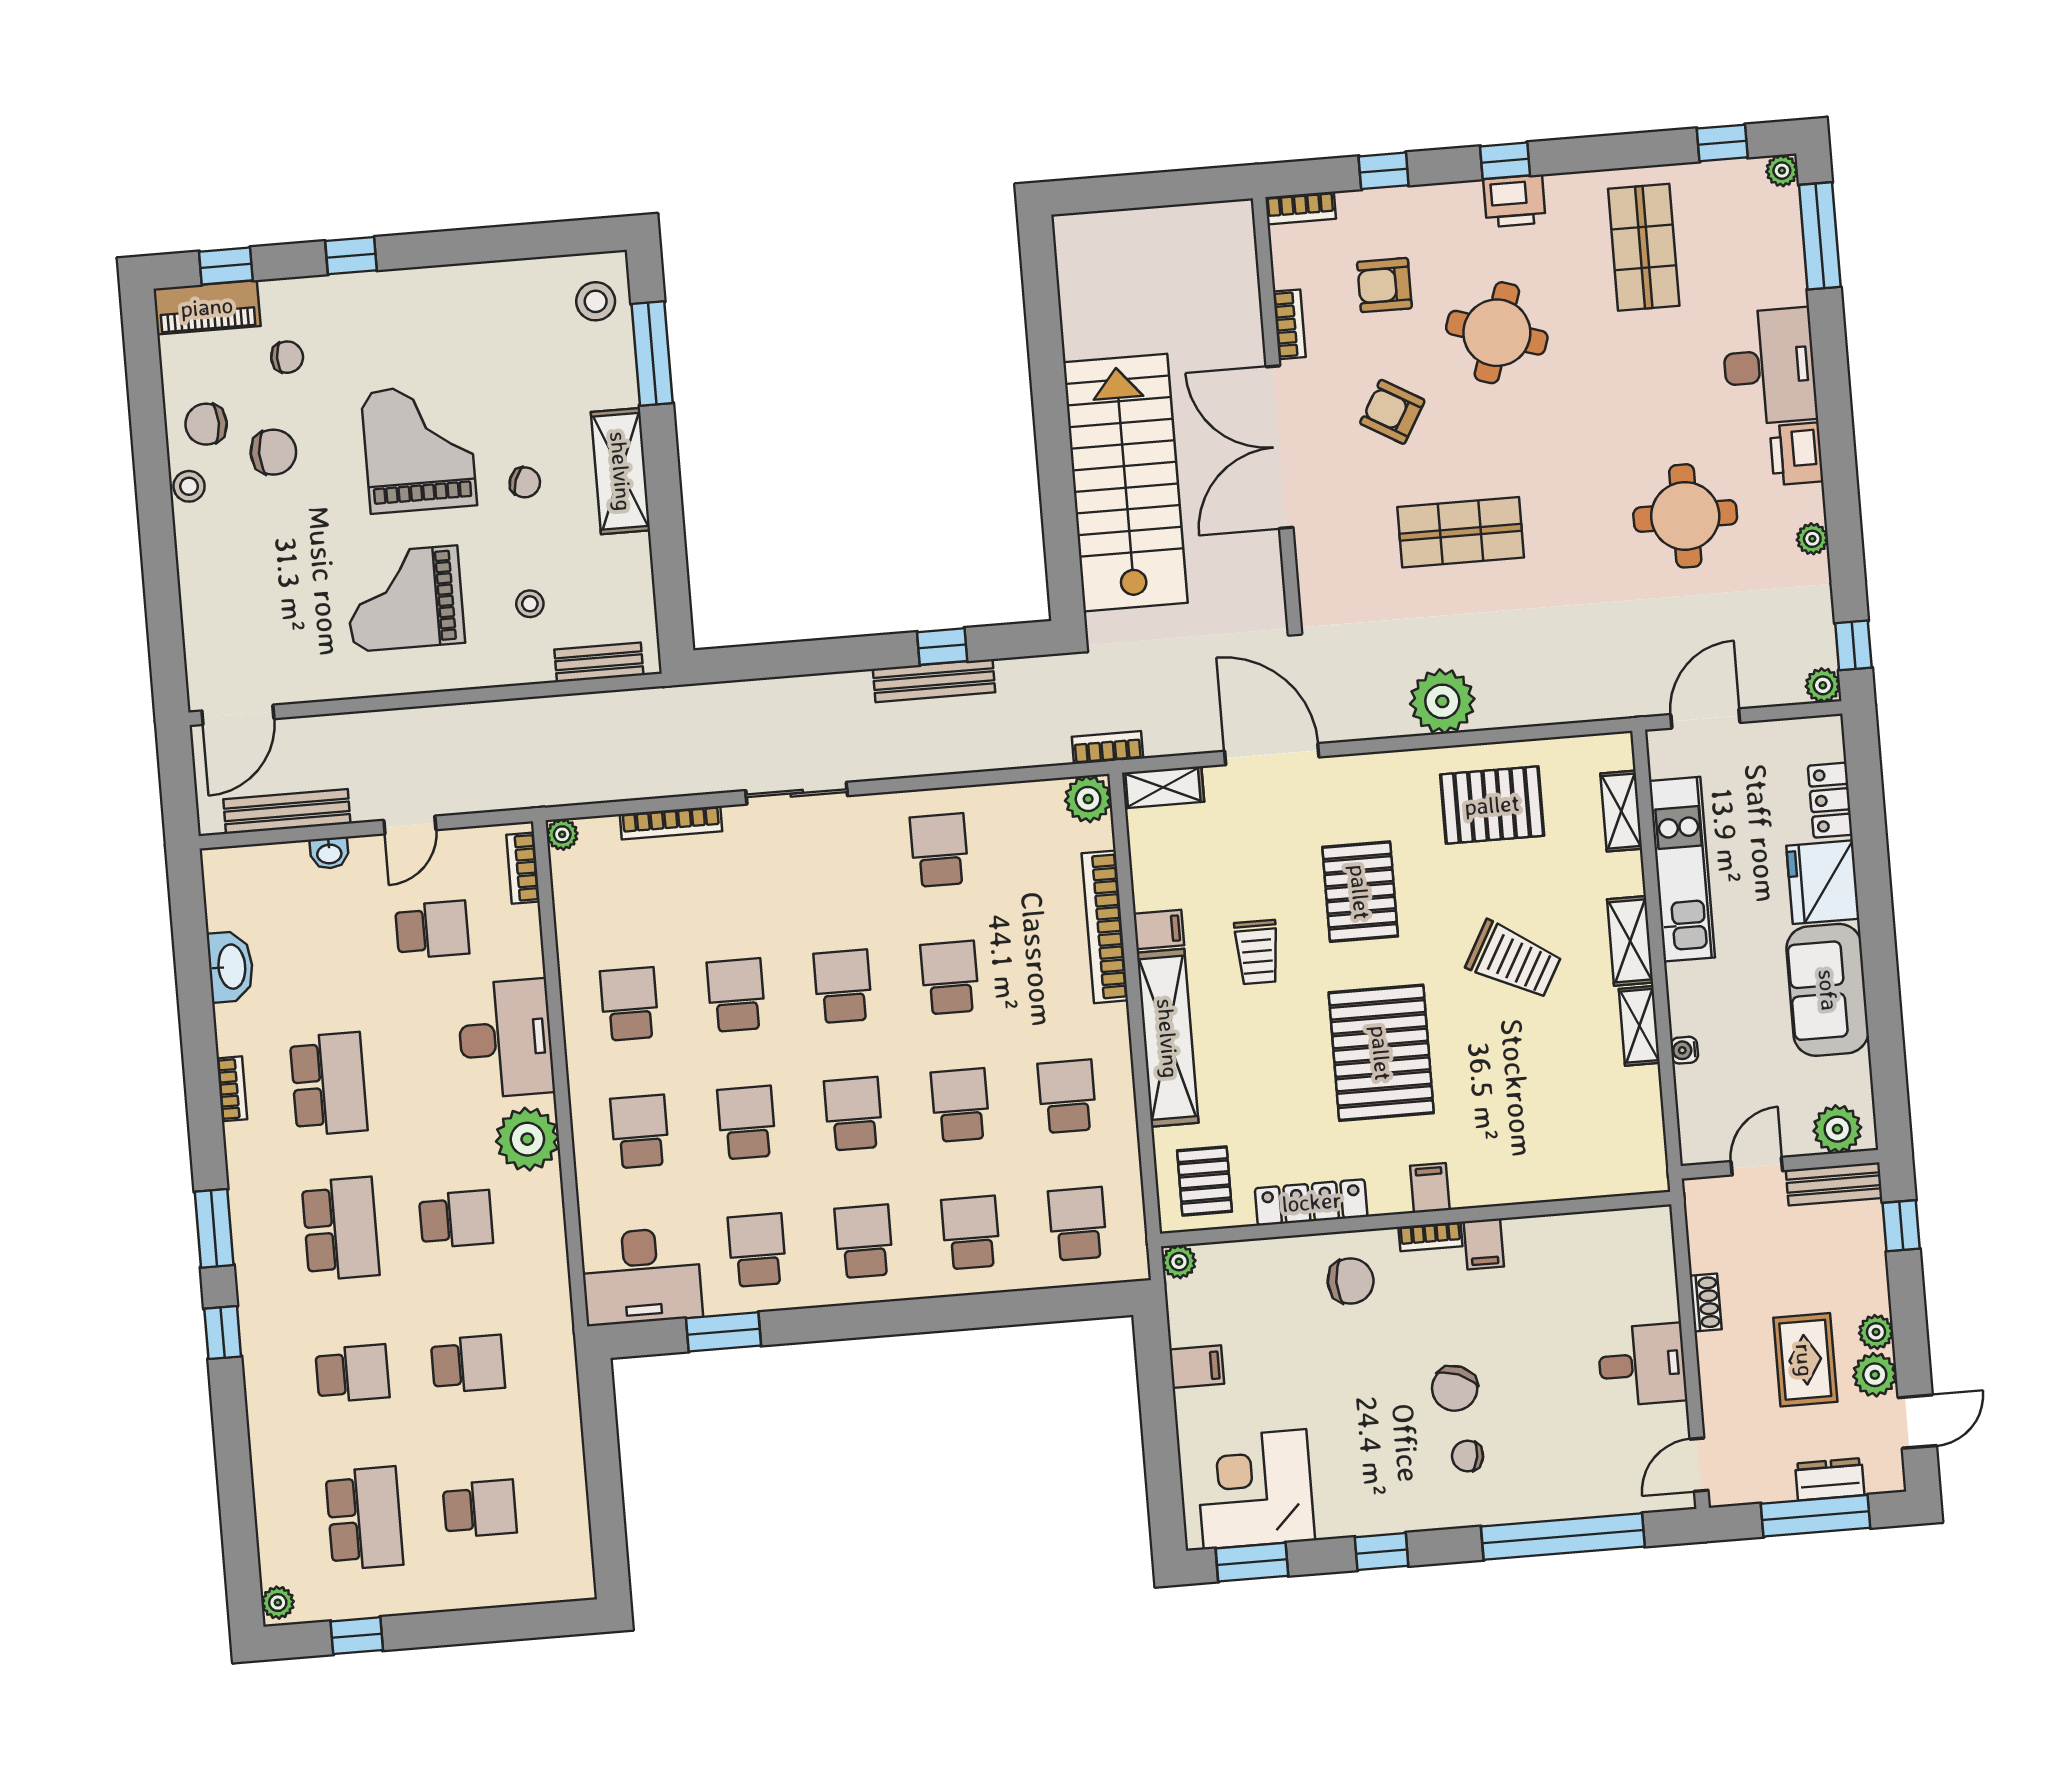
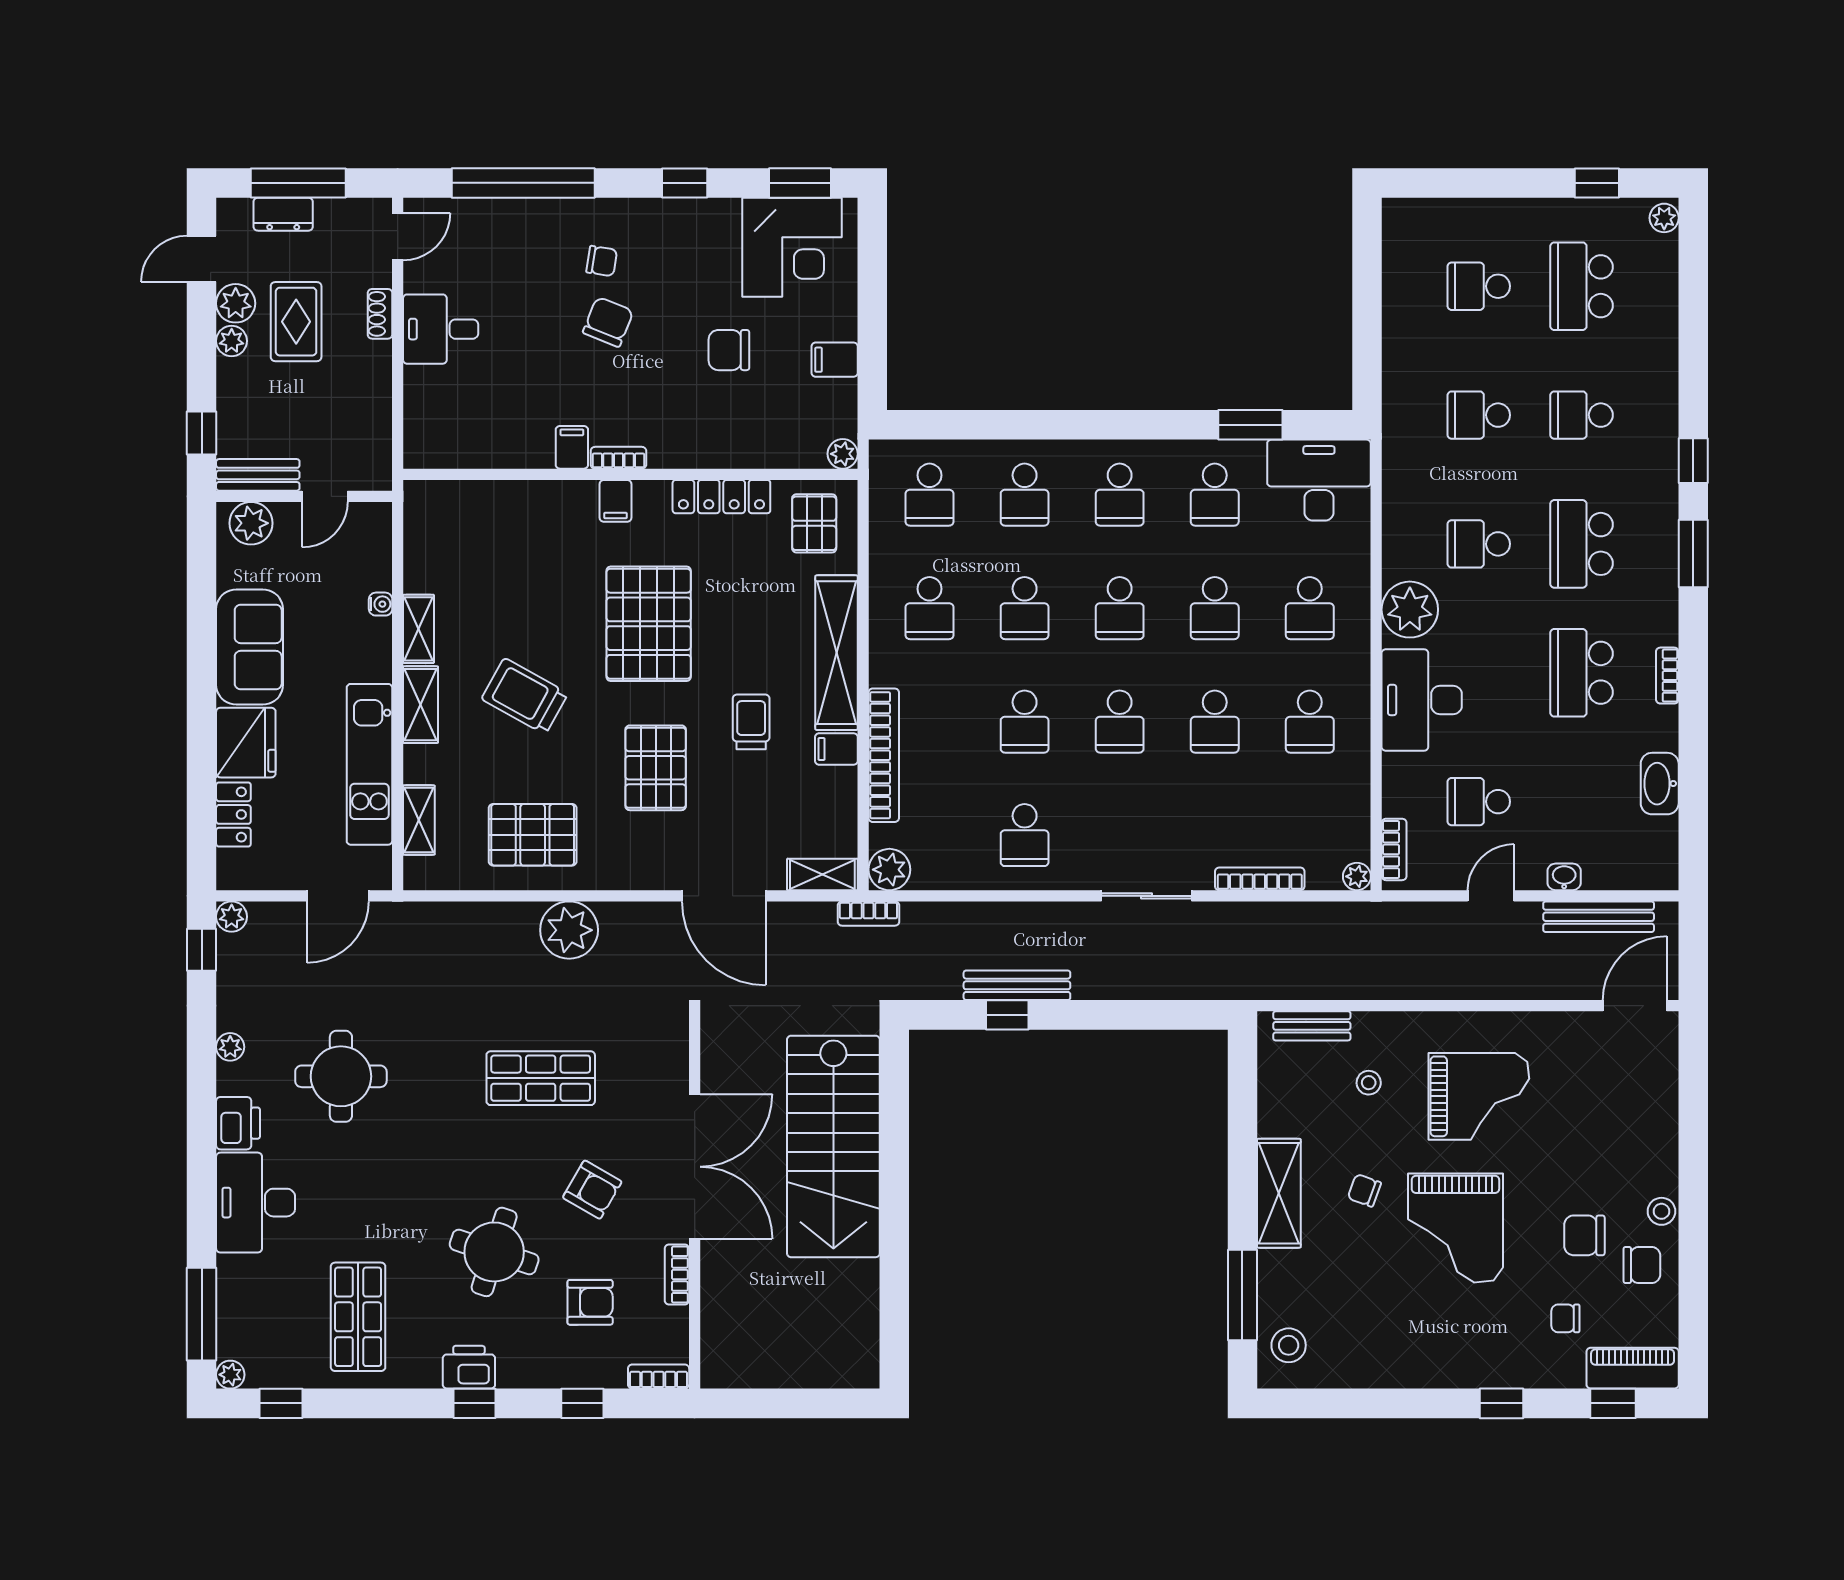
chair: (1351, 1281) -> (729, 350), moved
shoe rack: (1706, 1302) -> (380, 314), moved

